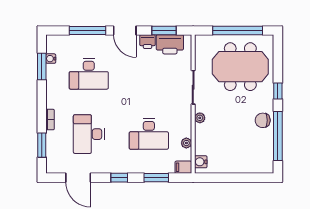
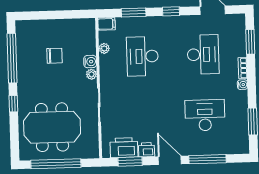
water cooler: (51, 59) -> (242, 85), moved
chair: (263, 120) -> (55, 56), moved
desk: (149, 134) -> (142, 56), turned -90
water cooler: (201, 162) -> (90, 62), moved

